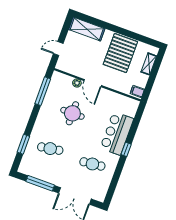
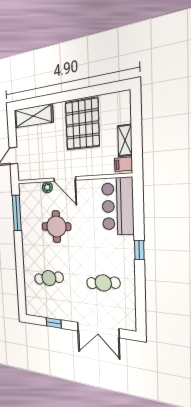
shelving: (149, 64) -> (125, 140), moved
bar counter: (117, 133) -> (118, 206), moved
window: (23, 144) -> (21, 282), removed
window: (40, 183) -> (54, 323), width x0.46

